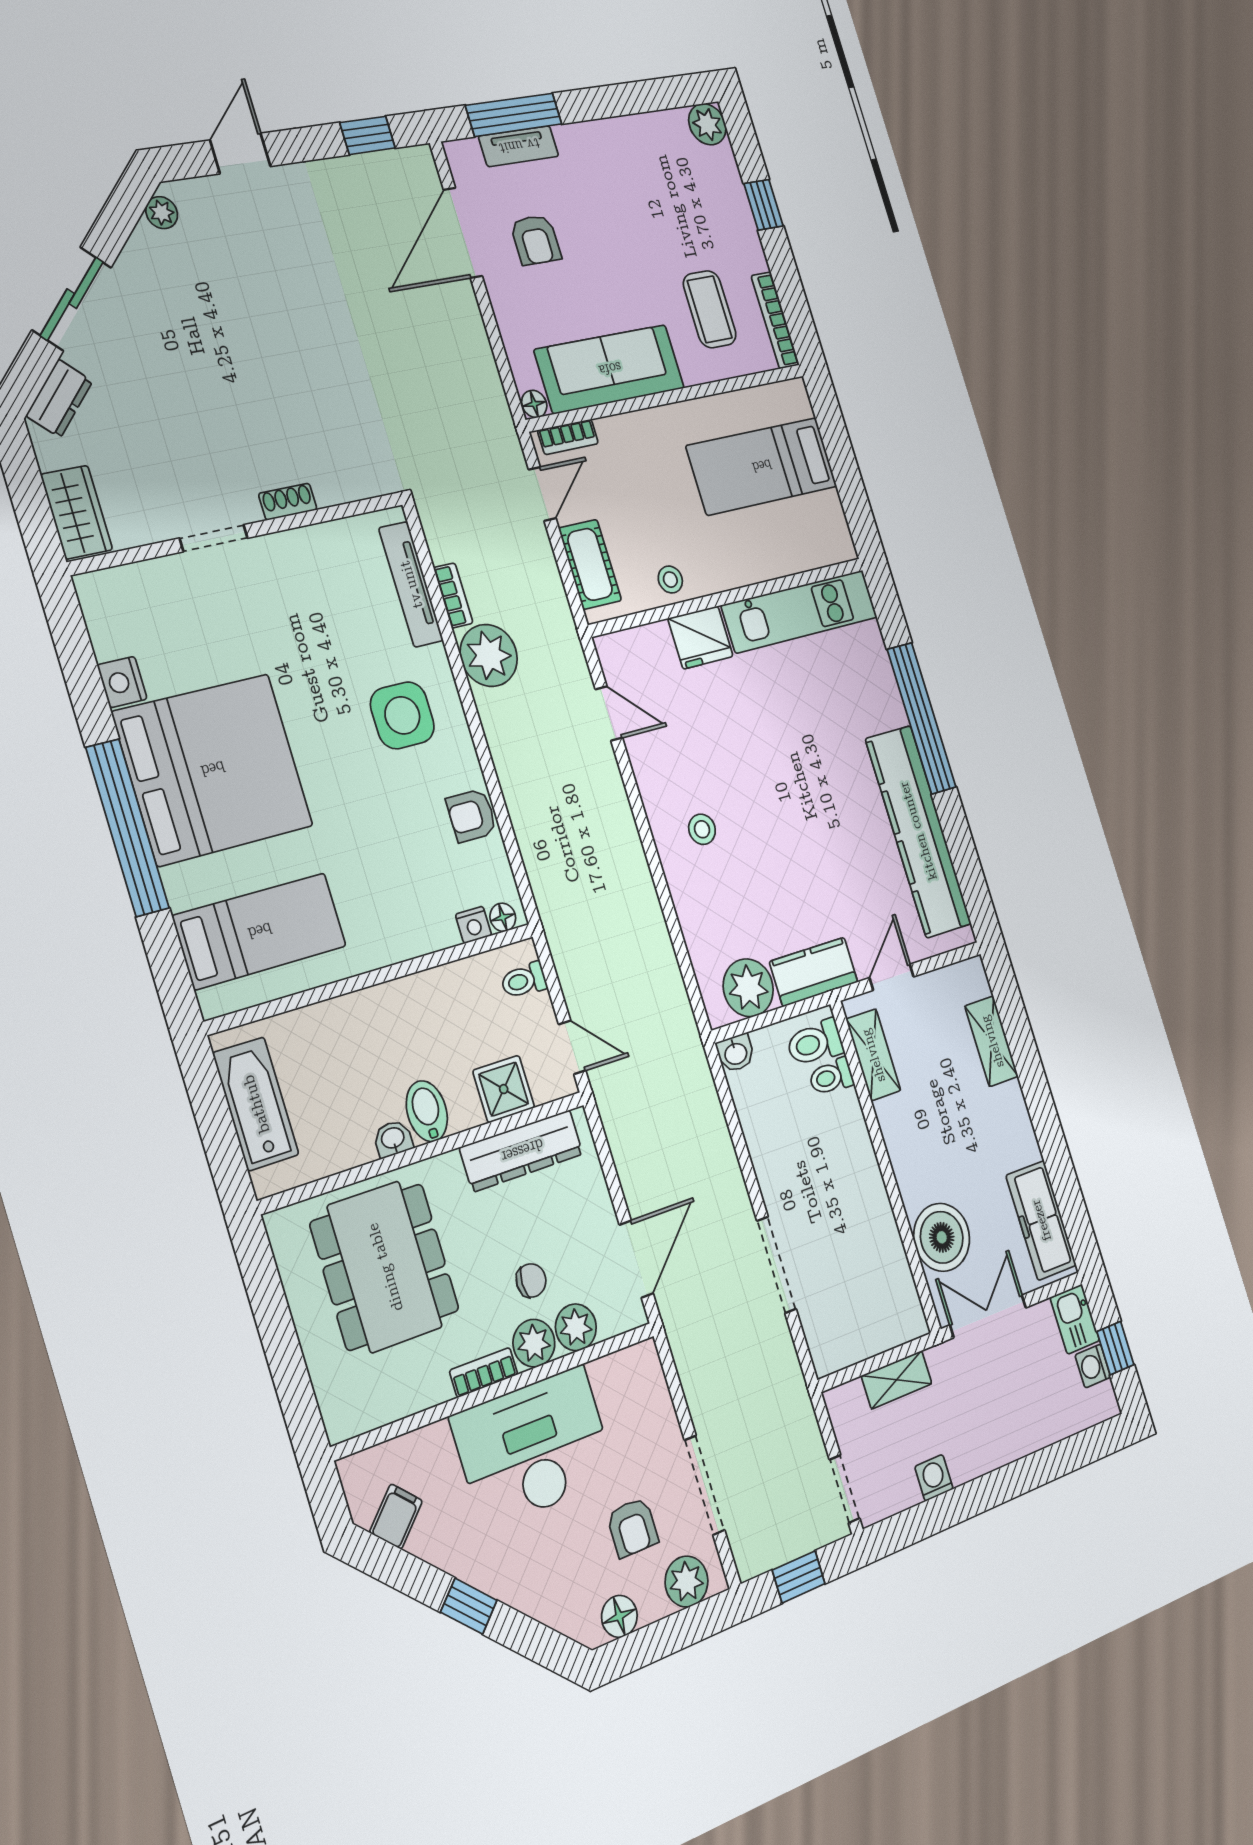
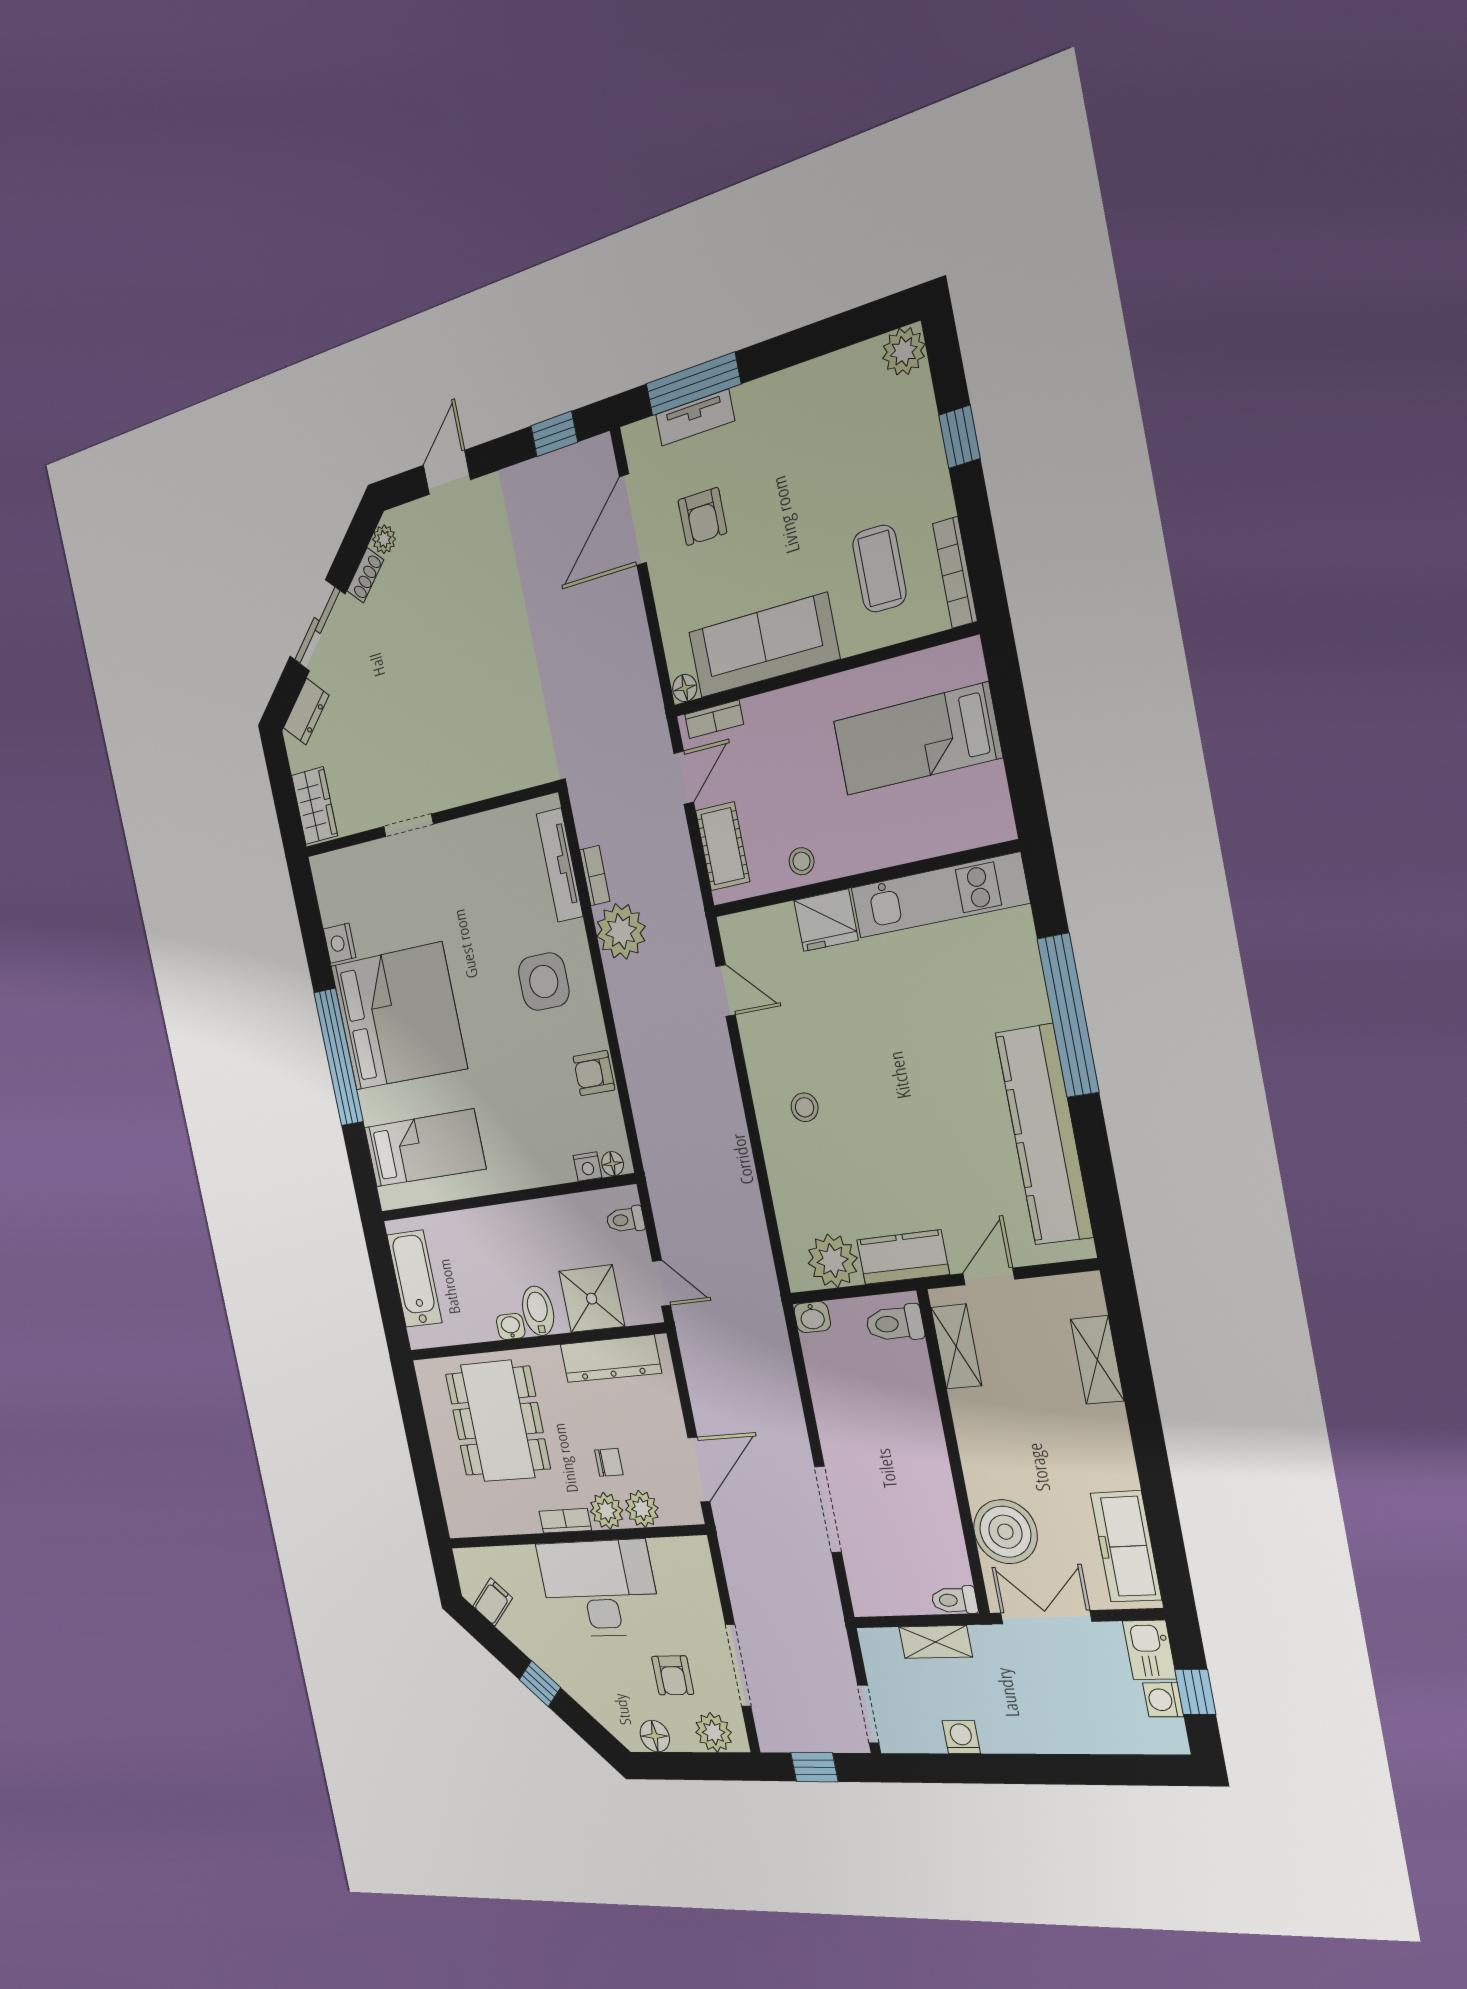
shoe rack: (288, 502) -> (365, 575), moved, turned 135
toilet: (831, 1077) -> (954, 1600), moved
shower: (504, 1089) -> (592, 1299), width x1.36, depth x1.36

